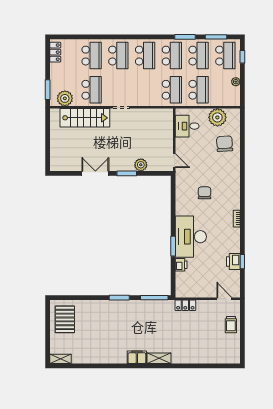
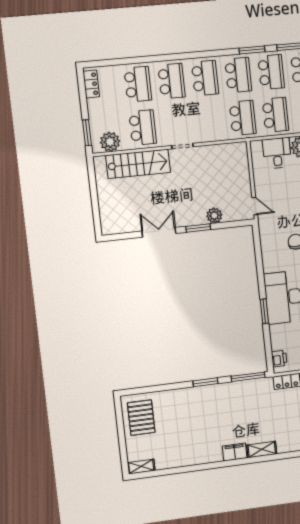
desk: (187, 126) -> (277, 153), moved, turned 90
printer: (181, 265) -> (279, 359), moved

